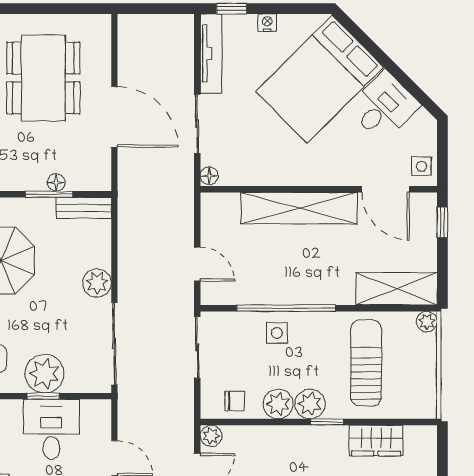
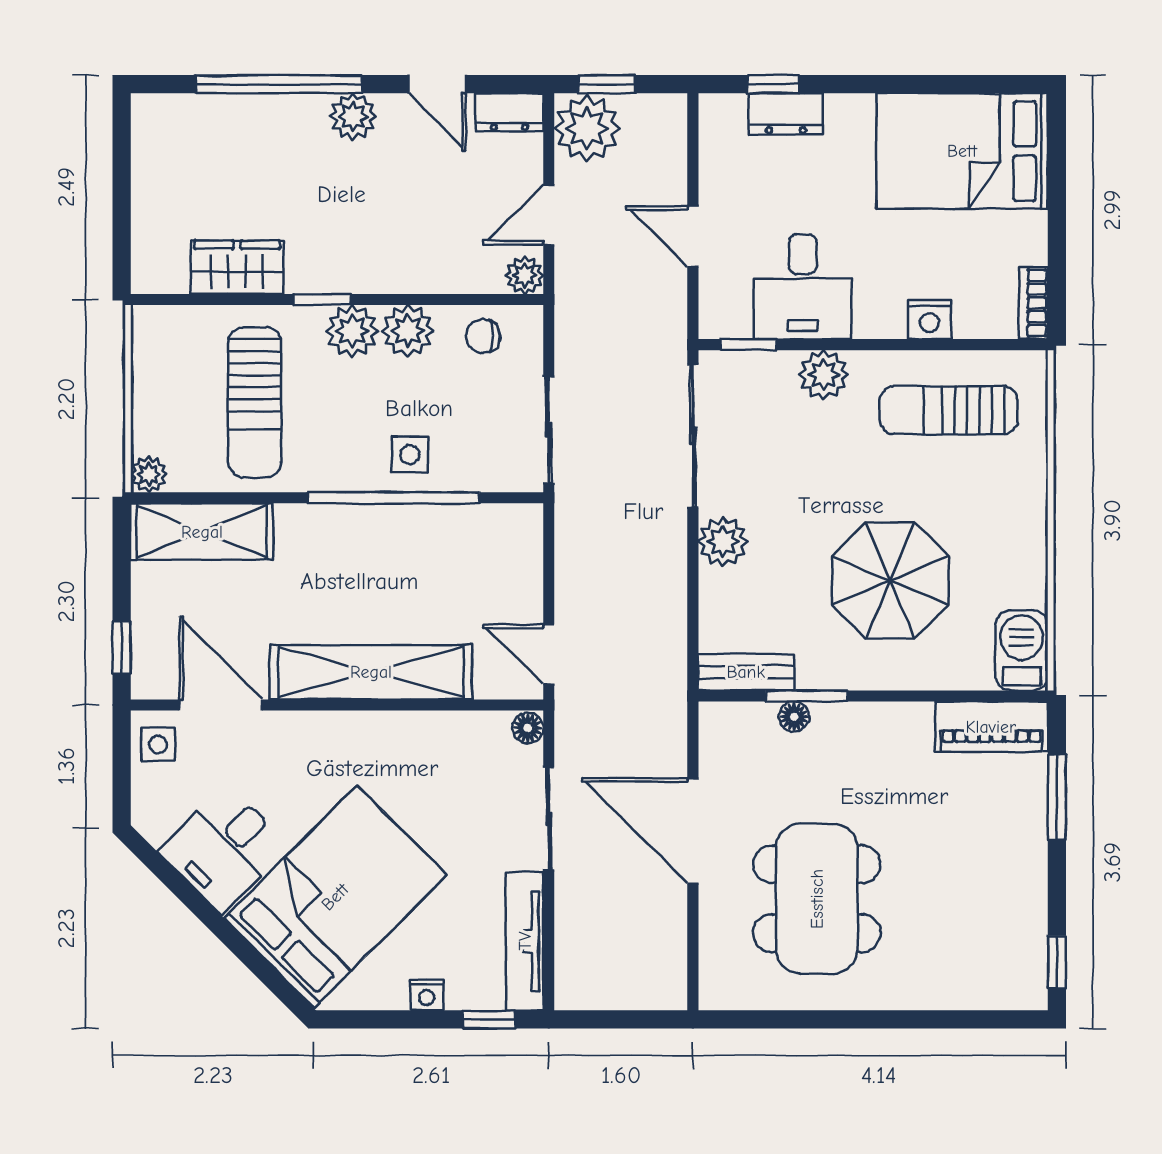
door: (197, 264) -> (549, 654), moved
plant: (44, 374) -> (824, 375), width x0.73, depth x0.73
window: (43, 396) -> (748, 345), moved

